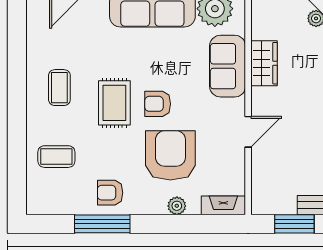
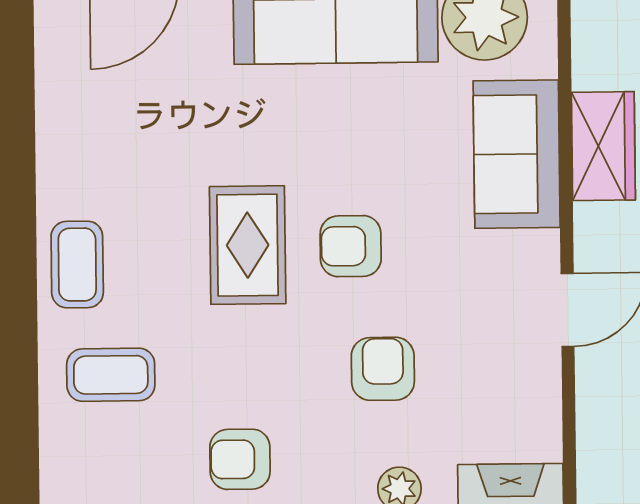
coffee table: (59, 88) -> (77, 265), moved
armchair: (170, 155) -> (383, 369), width x0.53, depth x0.53

